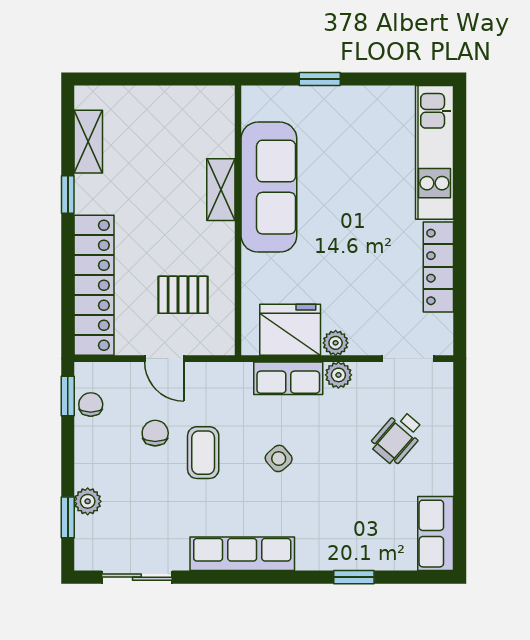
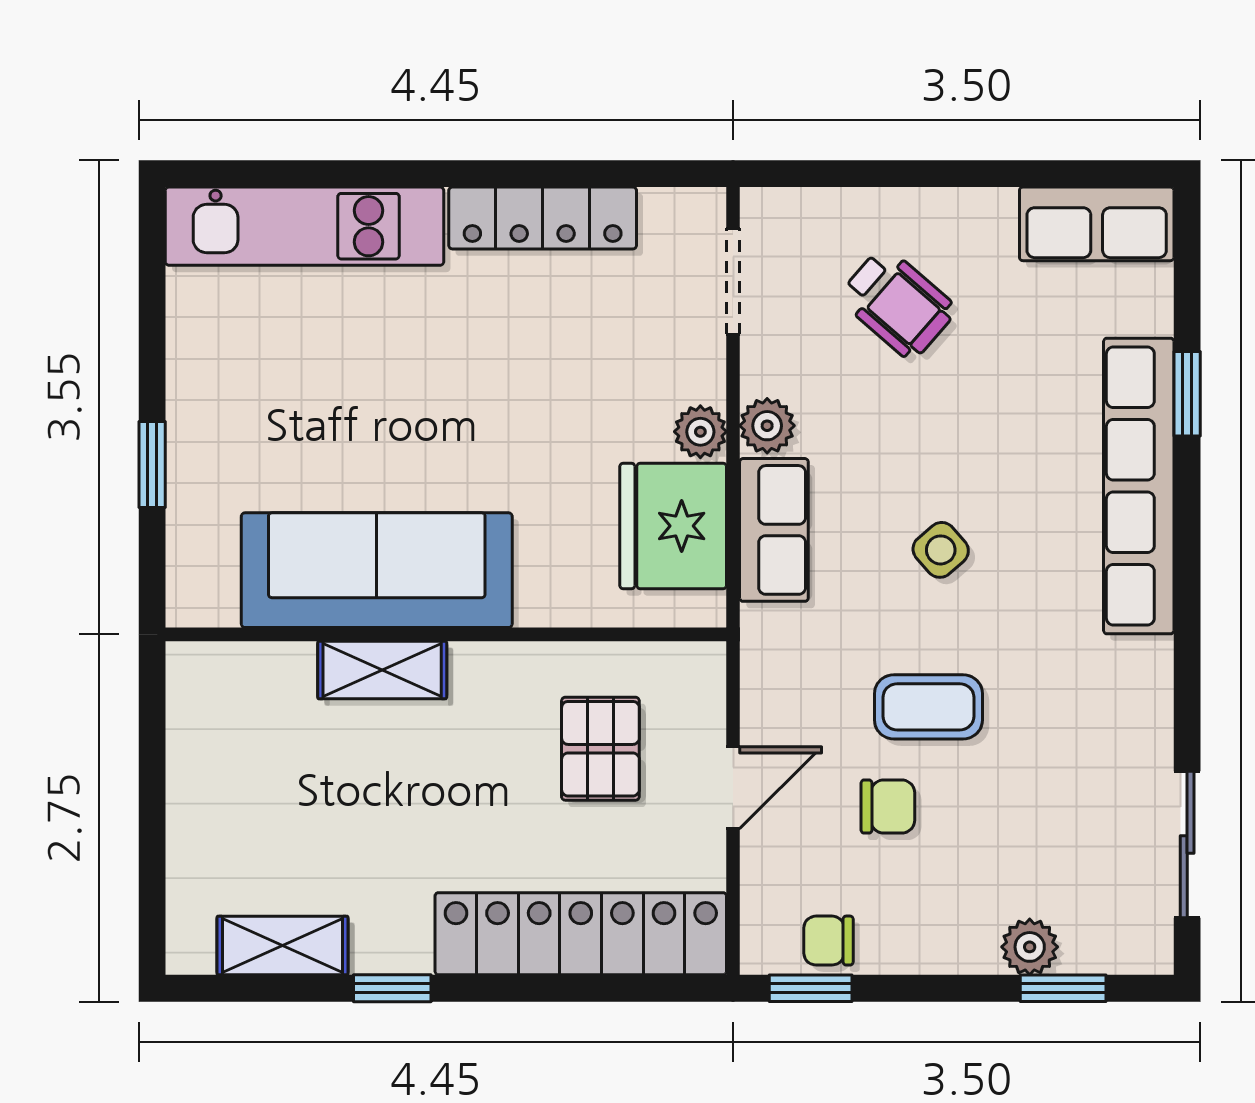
chair: (155, 433) -> (888, 807), turned 180
row of seats: (242, 554) -> (1139, 486), moved, width x1.36

